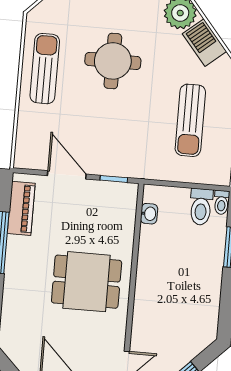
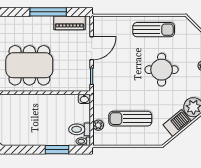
plant: (197, 175) -> (98, 125), added
washbasin: (149, 214) -> (84, 99), moved
dining table: (87, 282) -> (29, 65), width x1.37

